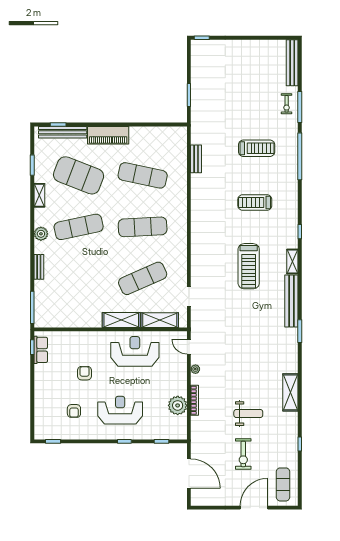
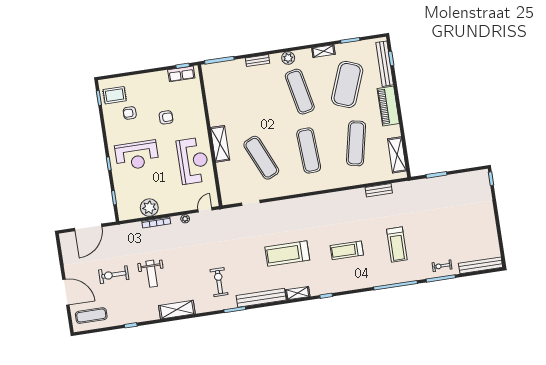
treadmill: (255, 203) -> (347, 250), turned -90
shelving: (160, 320) -> (397, 155), moved
exercise bike: (268, 343) -> (219, 282), added
reception desk: (120, 410) -> (137, 155), turned 90
rug: (53, 424) -> (115, 95), added

